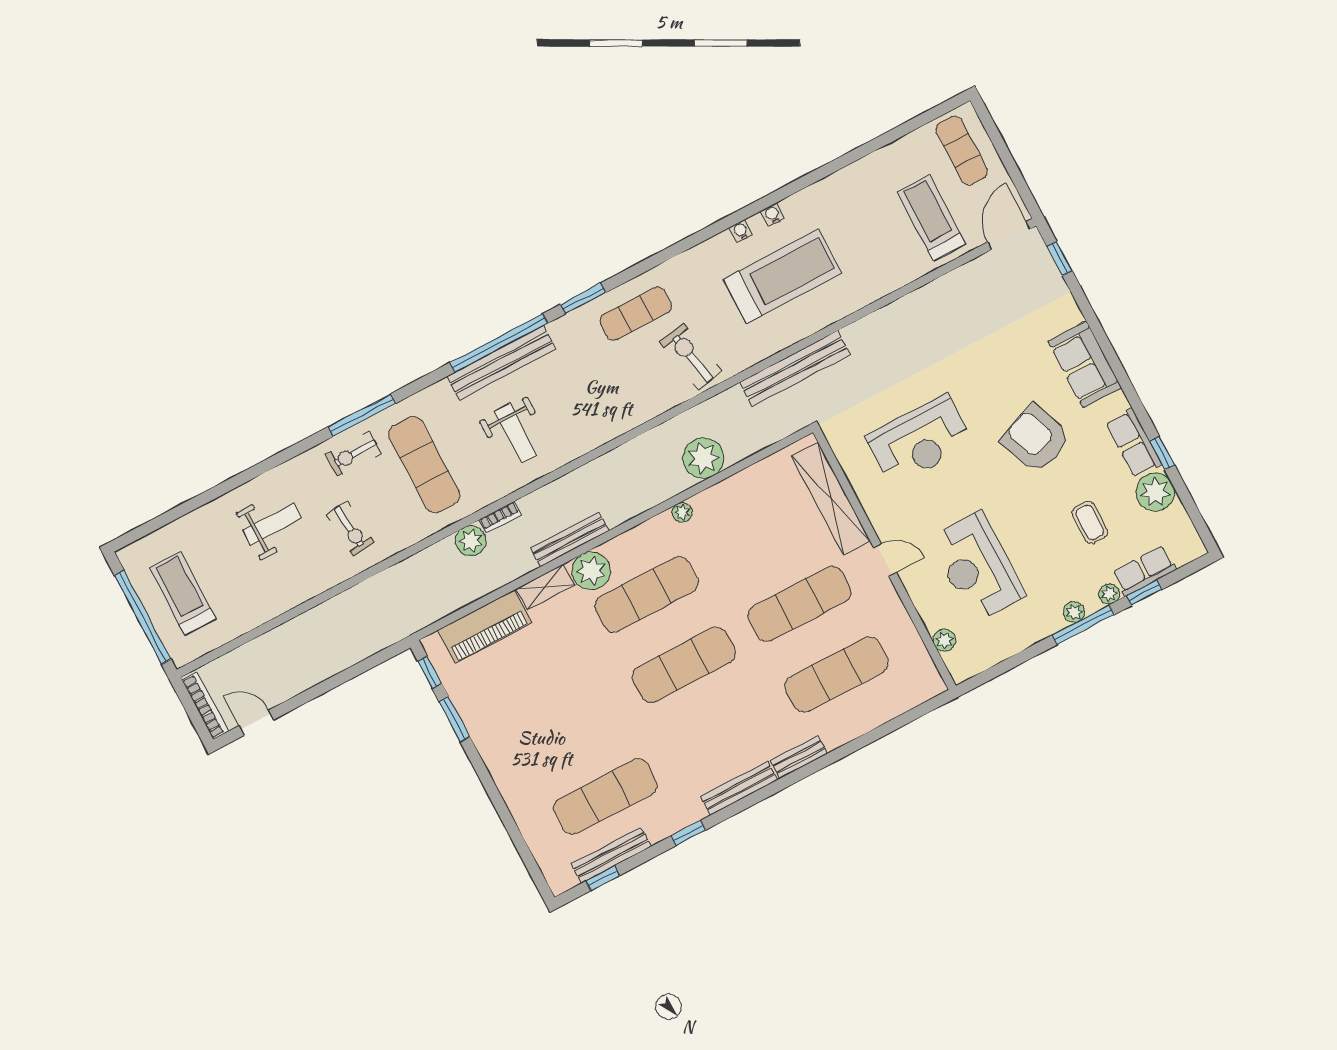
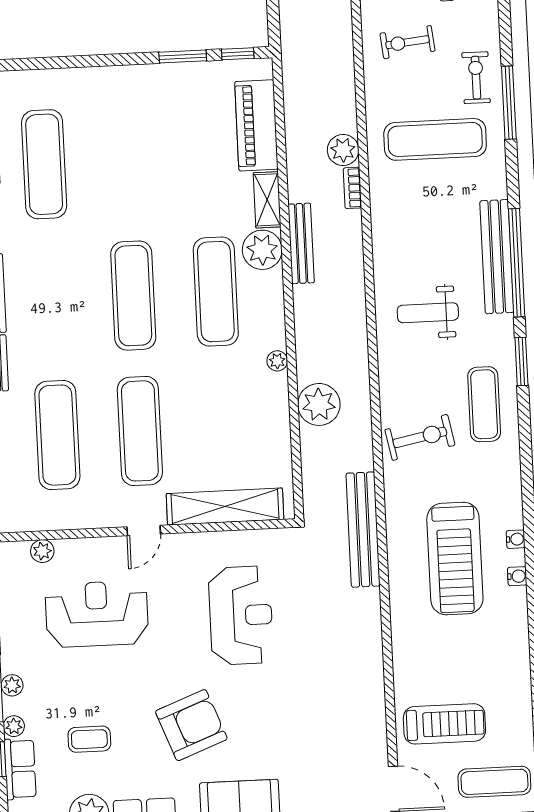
weight bench: (515, 433) -> (428, 313), moved
reception desk: (920, 440) -> (241, 615), turned 180

